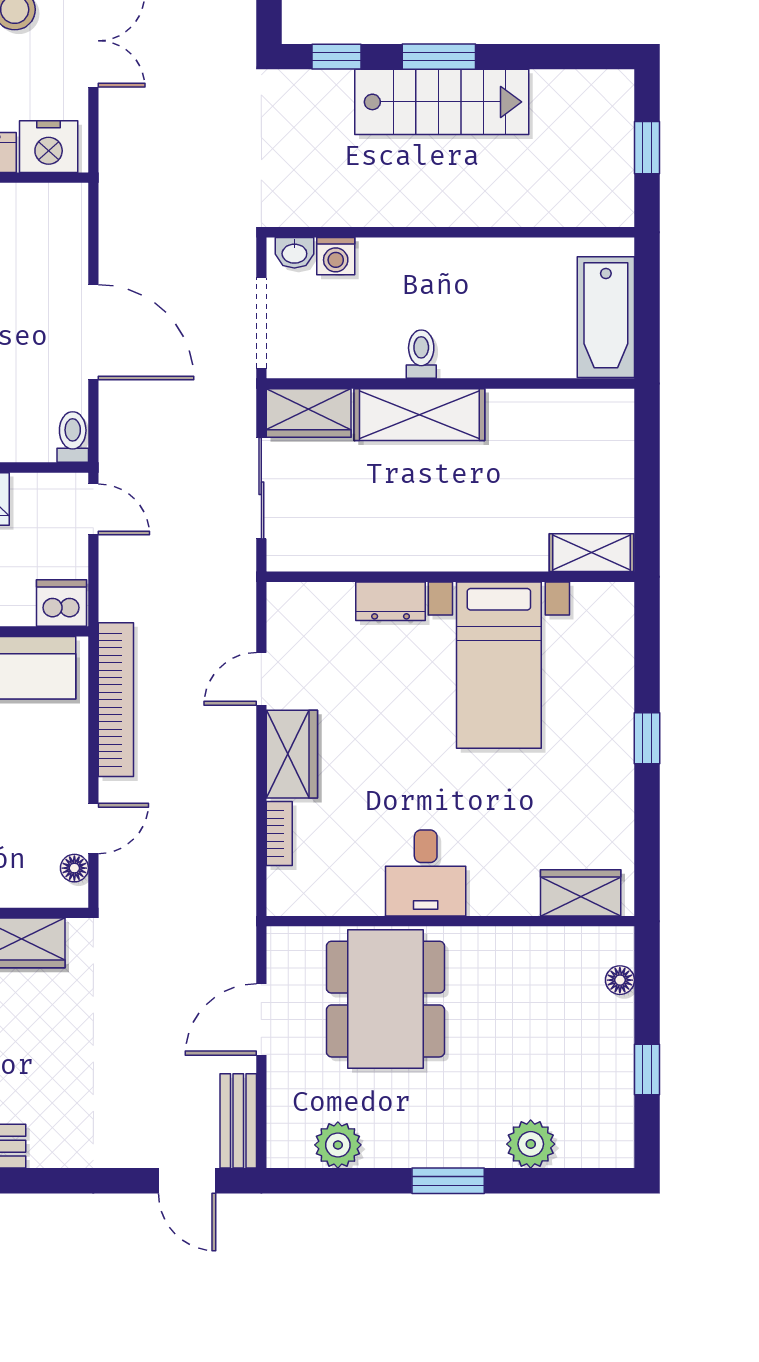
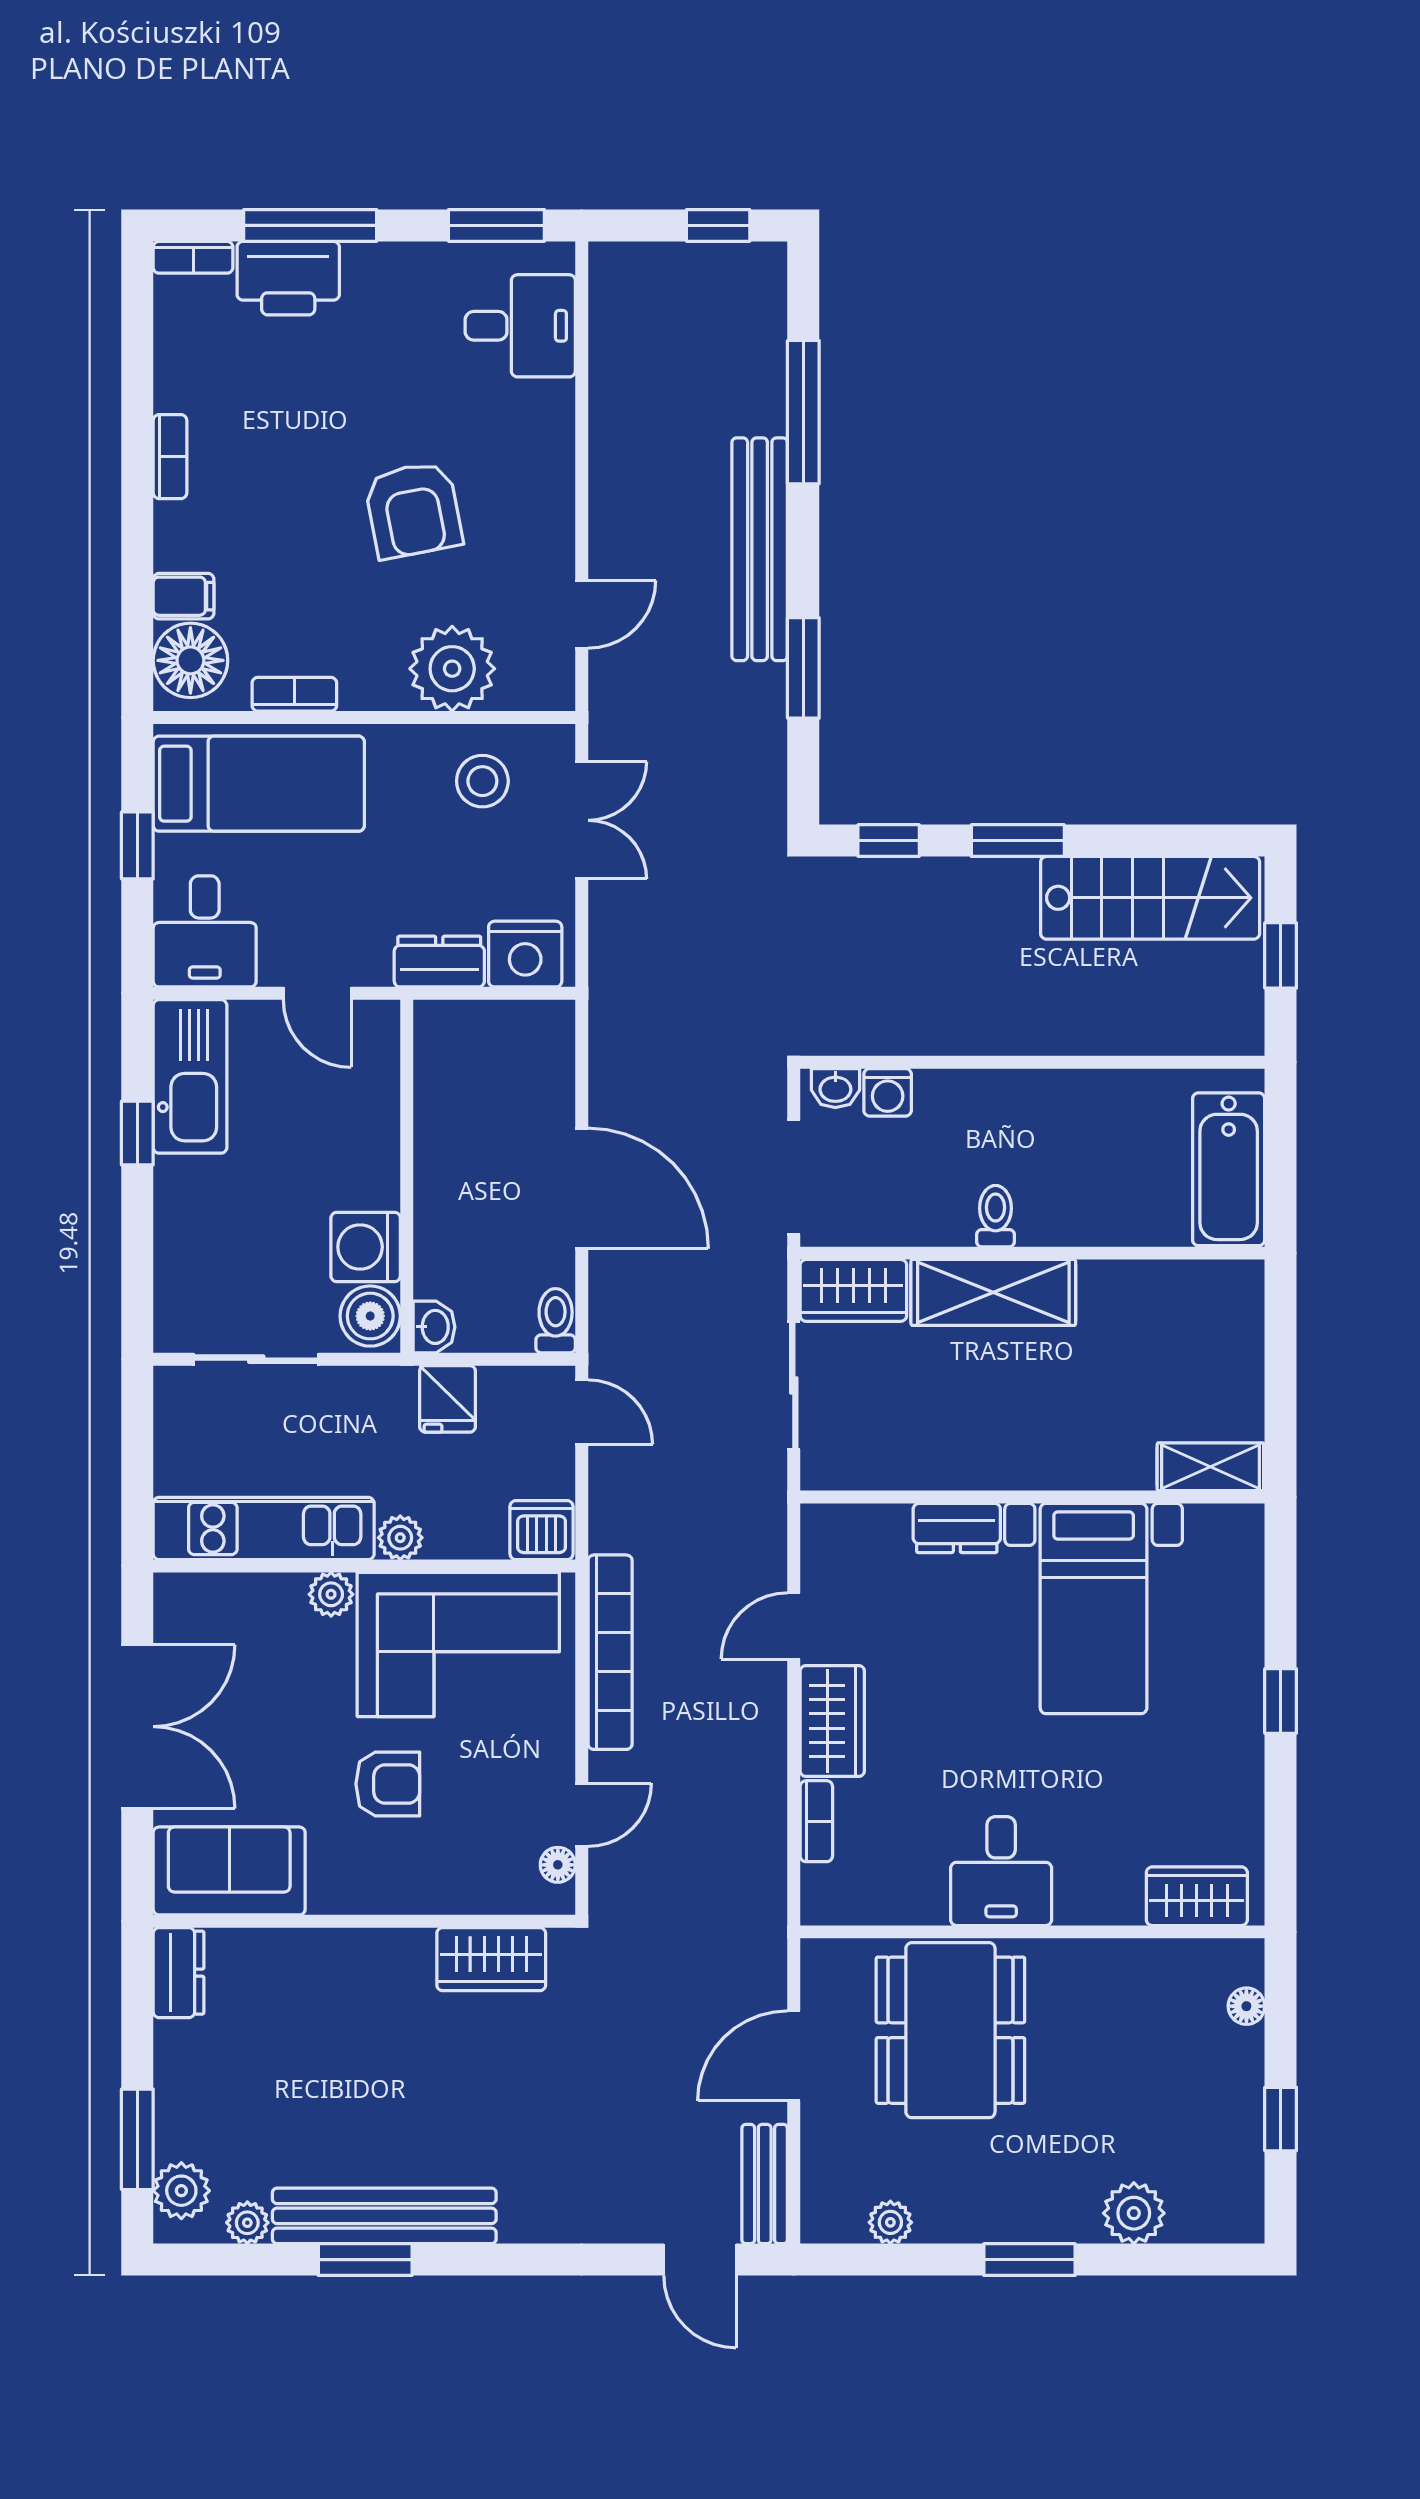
stairs: (442, 102) -> (1150, 898), moved
plant: (338, 1145) -> (890, 2222), width x0.73, depth x0.73

